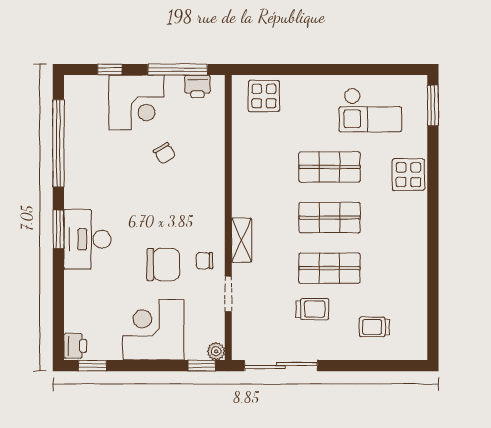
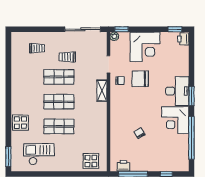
corner desk: (137, 103) -> (175, 120), moved, turned -90

